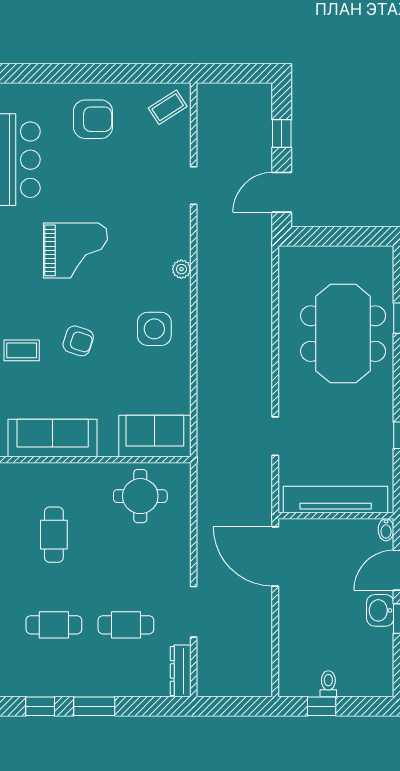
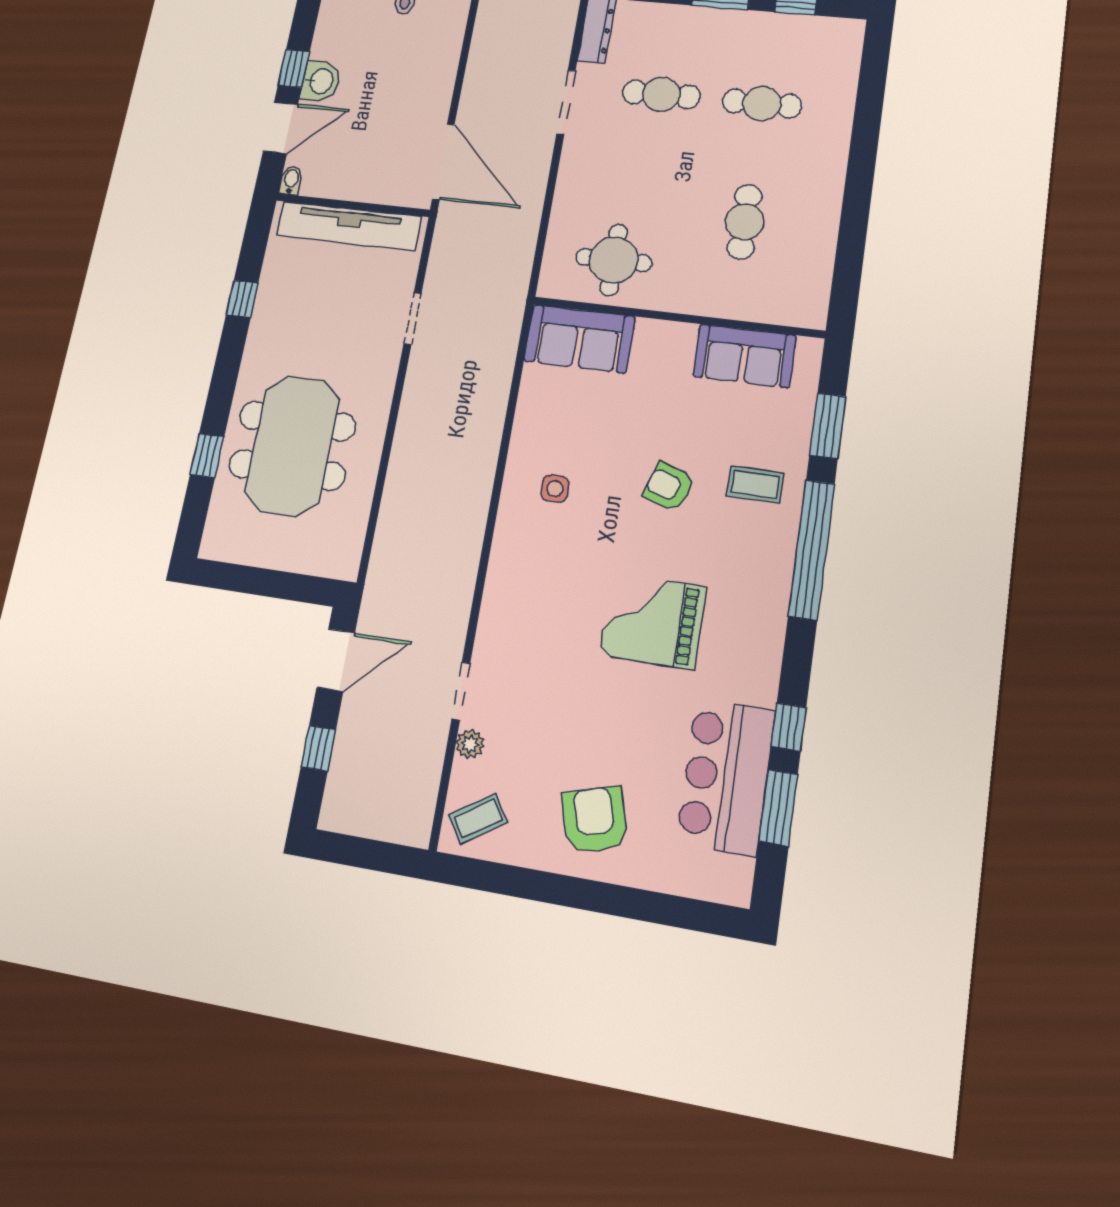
armchair: (93, 119) -> (595, 820), turned 74
plant: (181, 269) -> (470, 744), moved
side table: (154, 329) -> (555, 489), width x0.54, depth x0.54
sofa: (53, 438) -> (744, 356), width x0.73

